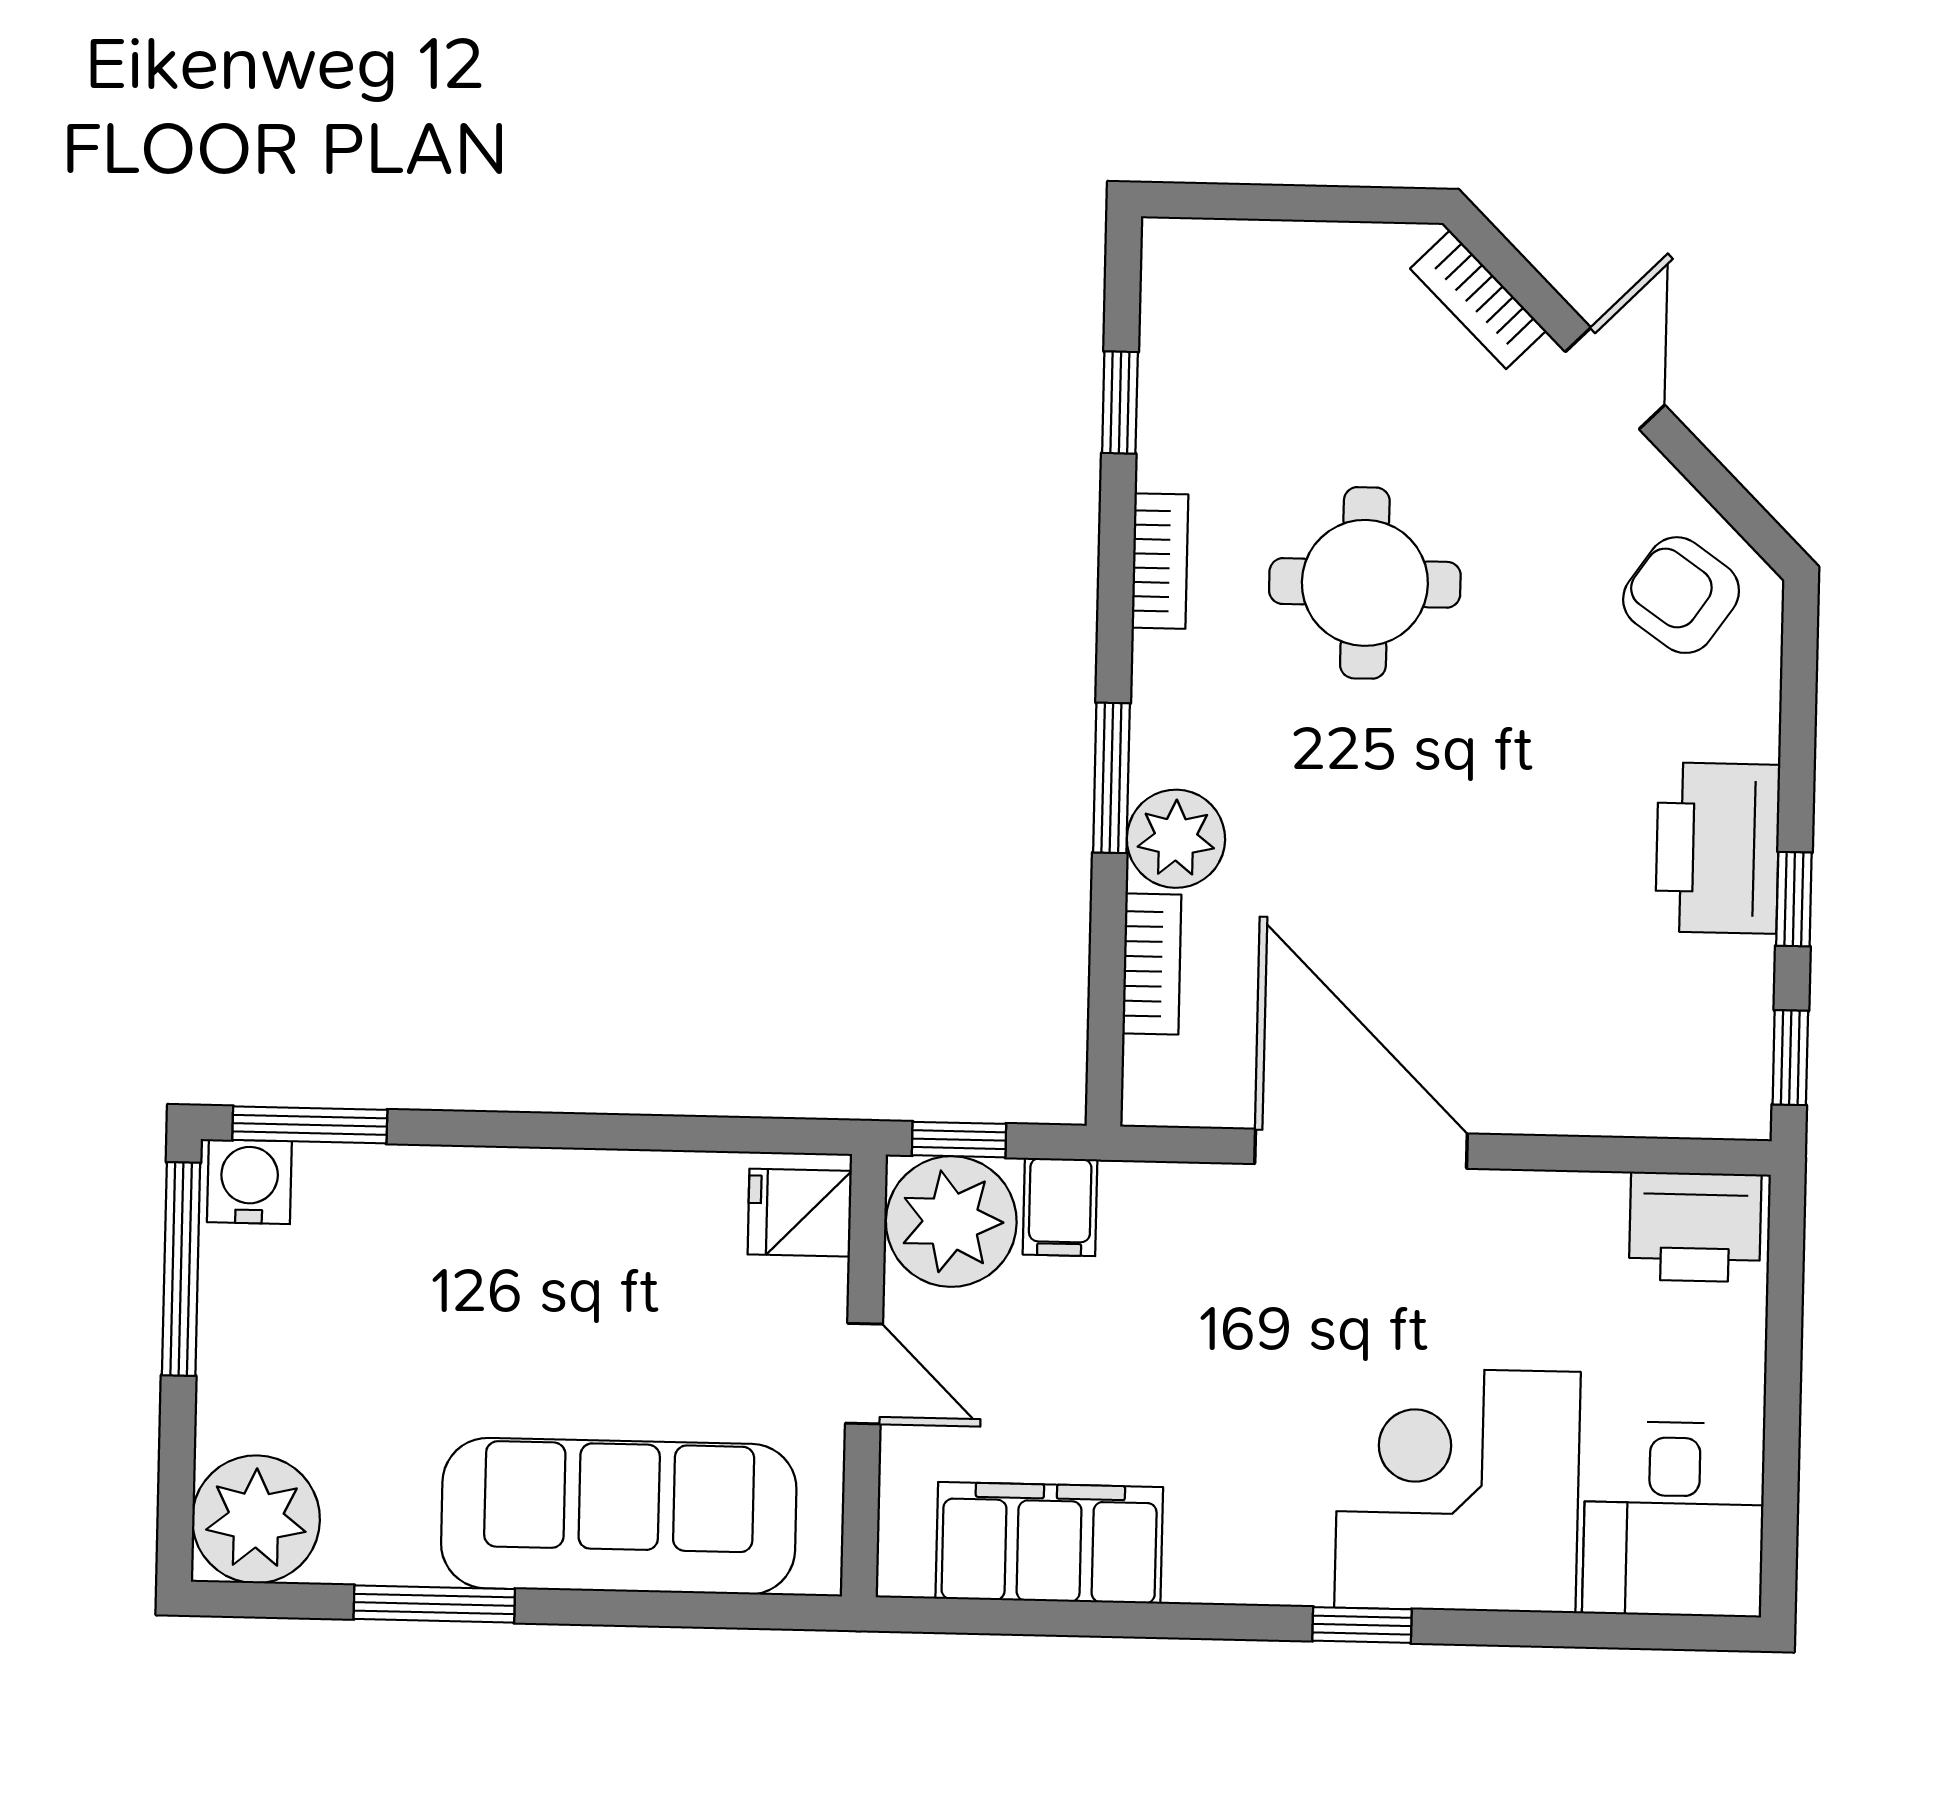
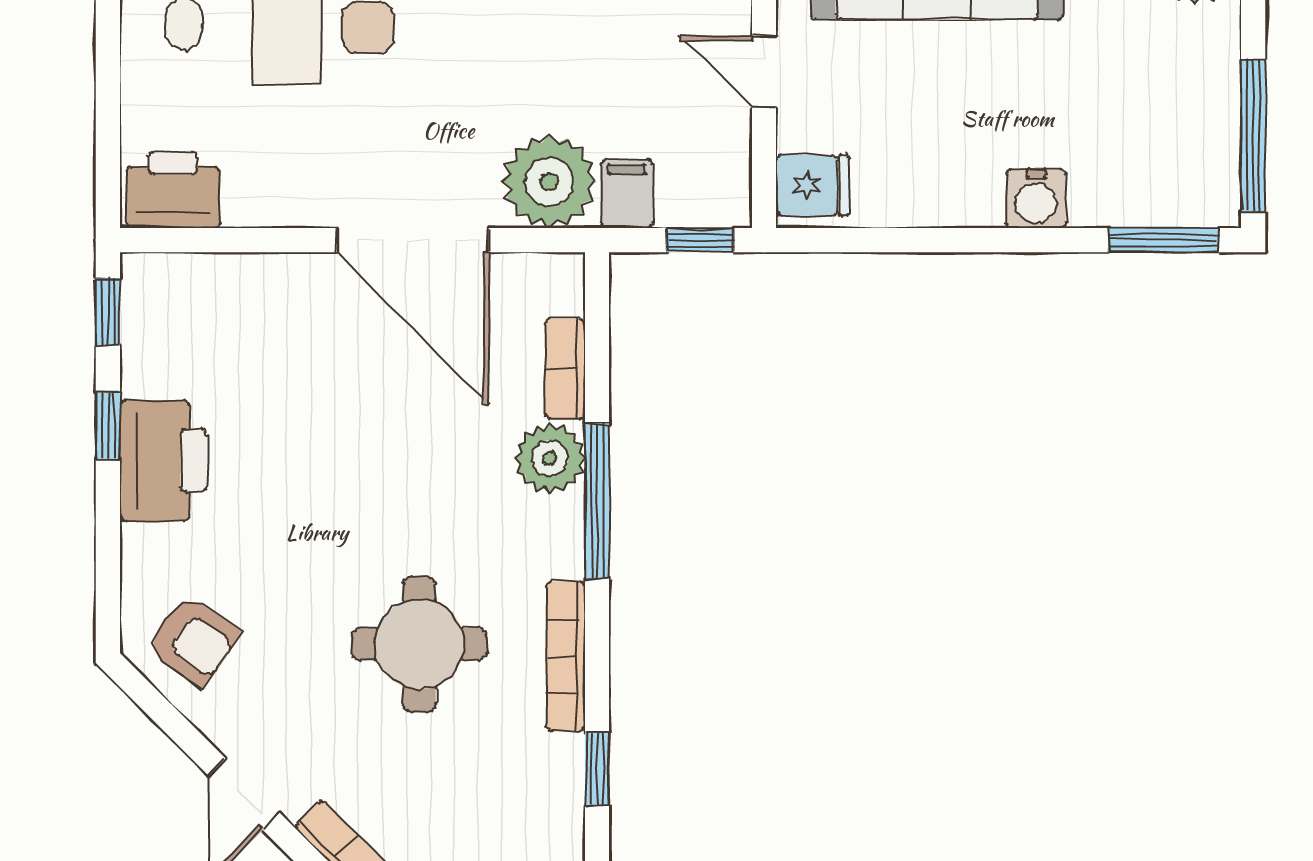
bookcase: (1160, 561) -> (566, 656), width x1.56
window: (1111, 778) -> (597, 501), width x1.44
water cooler: (249, 1182) -> (1036, 199), moved
plant: (951, 1222) -> (549, 182), moved

